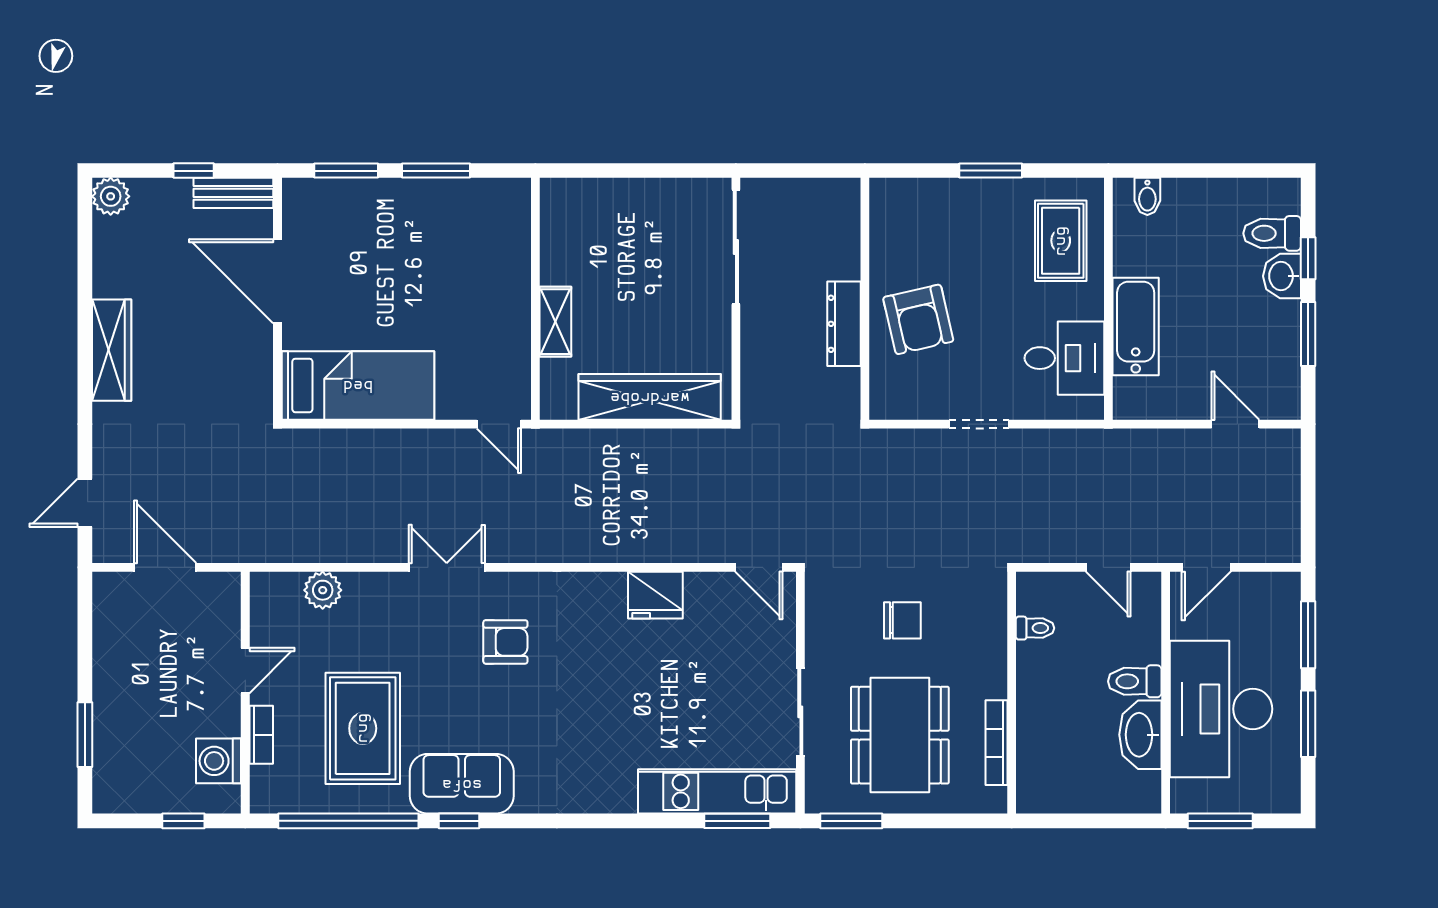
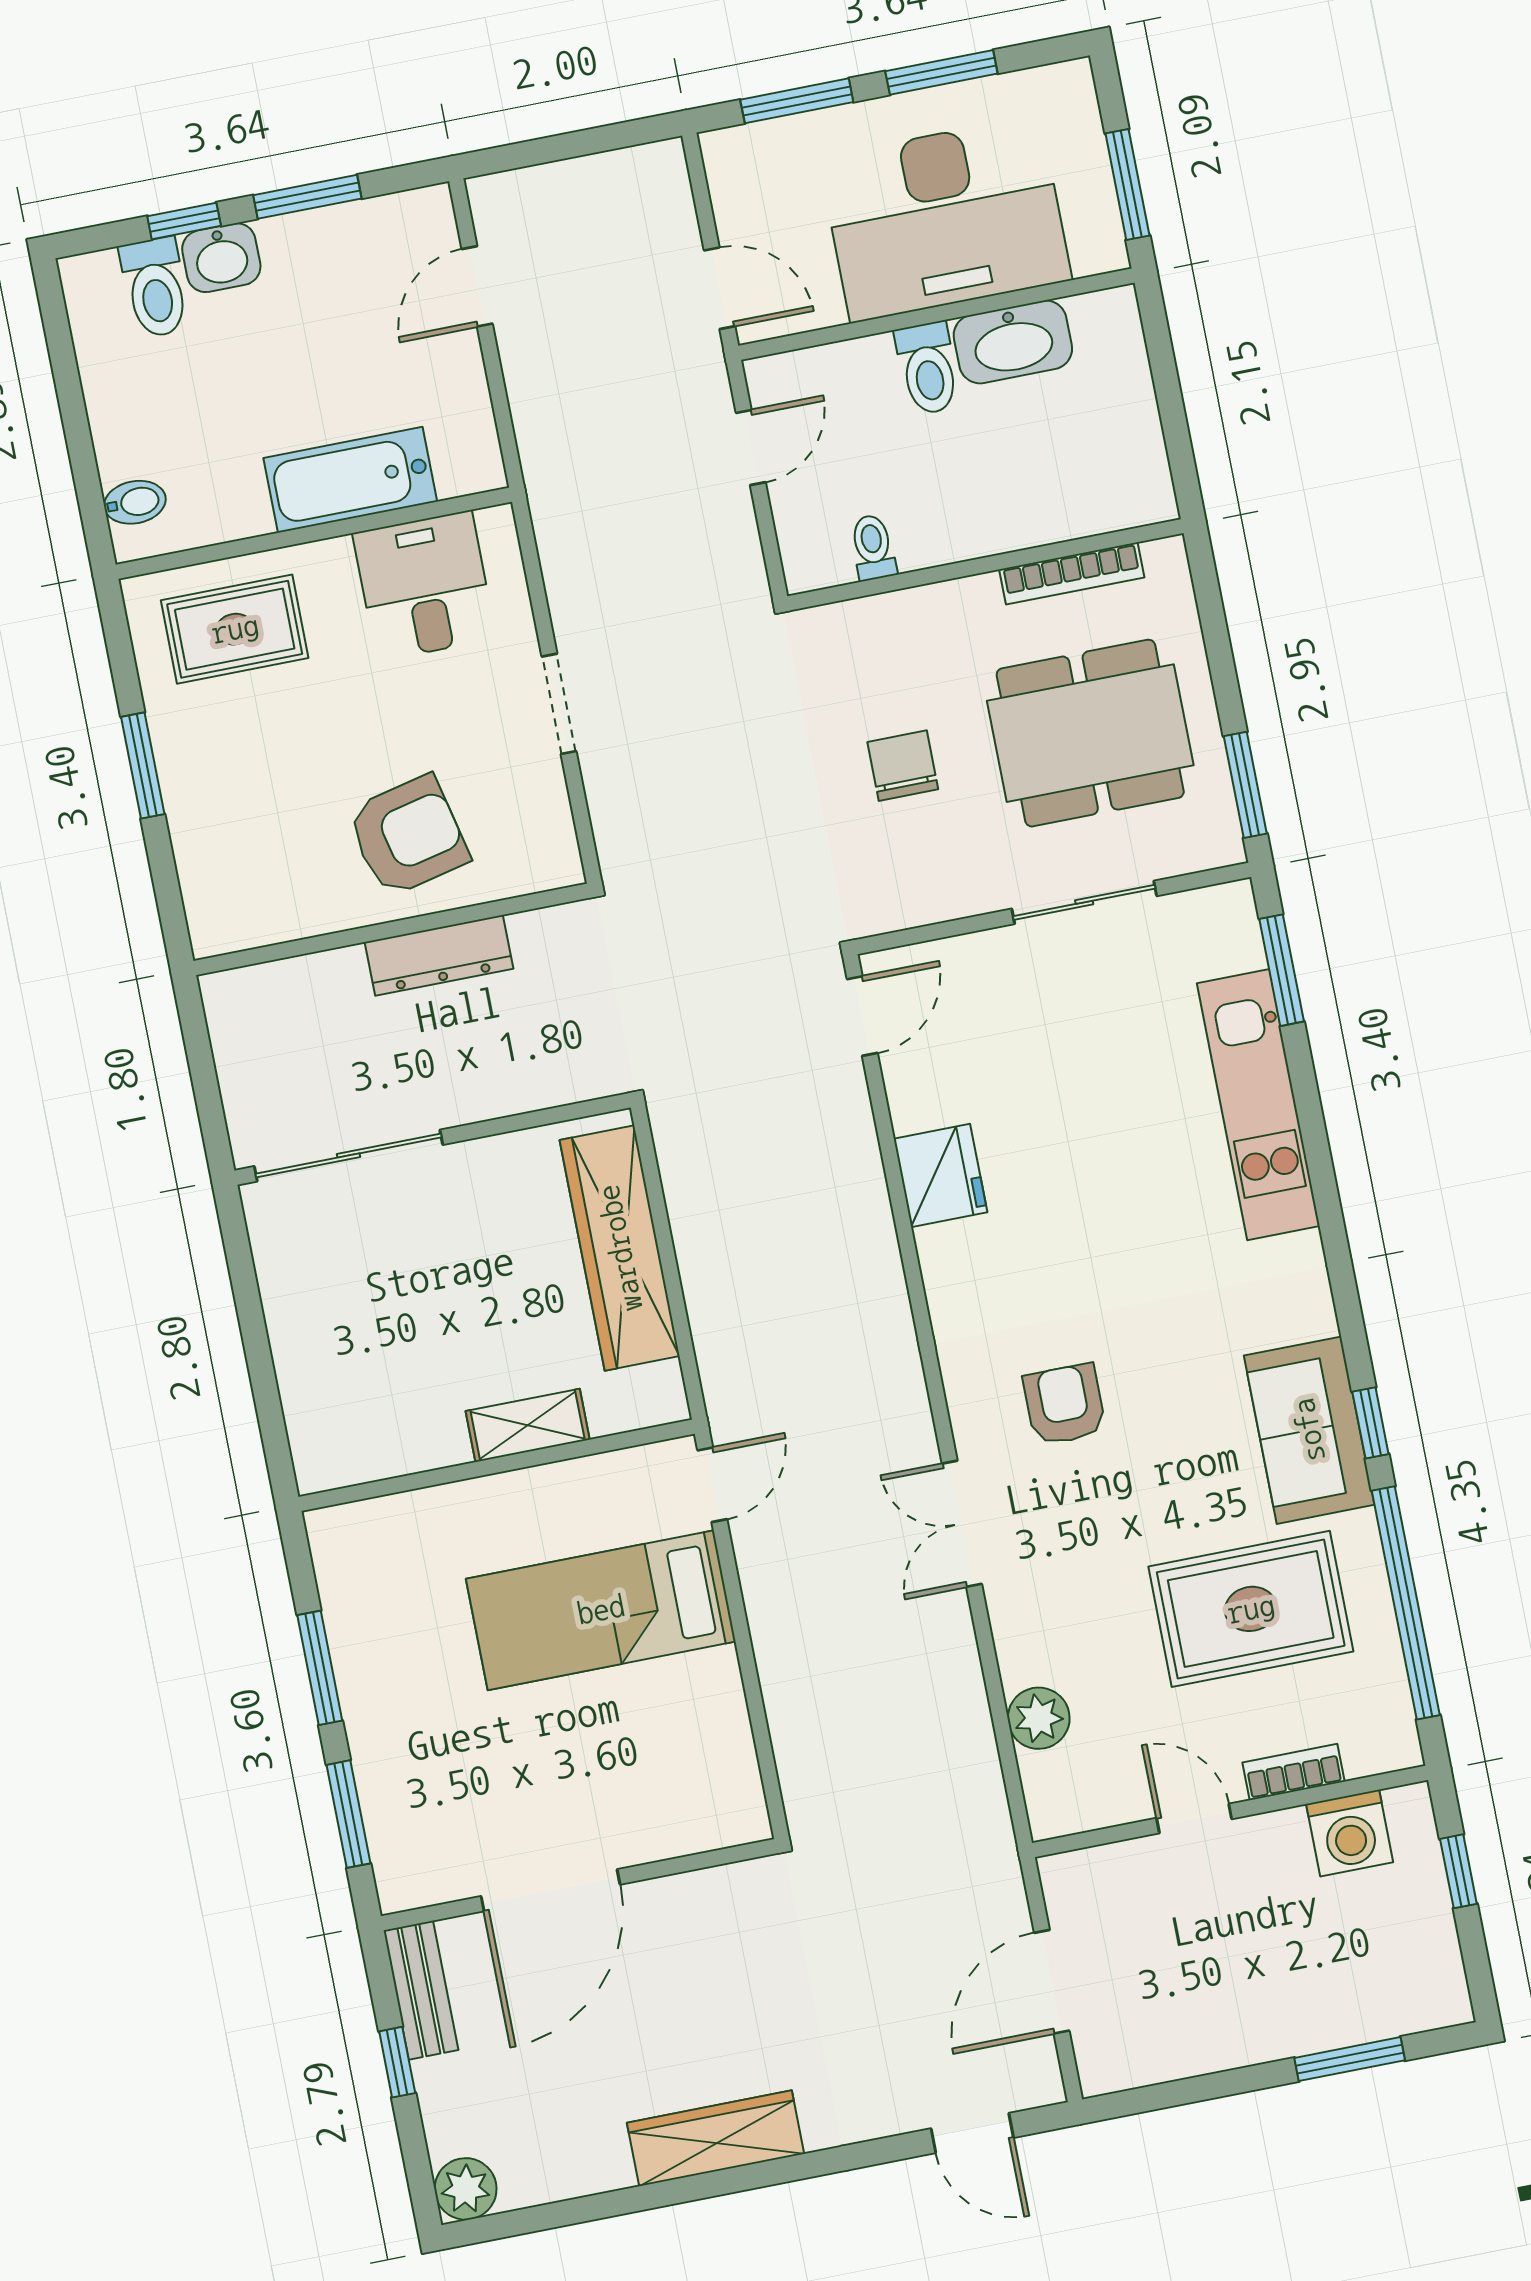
bed: (358, 385) -> (601, 1610), moved, turned -90
kitchen unit: (717, 791) -> (1258, 1105), moved

